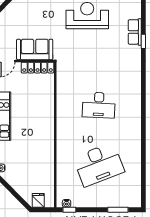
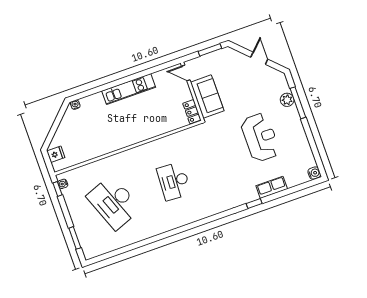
row of seats: (135, 32) -> (272, 187), moved
locker: (38, 68) -> (192, 112), width x0.66

